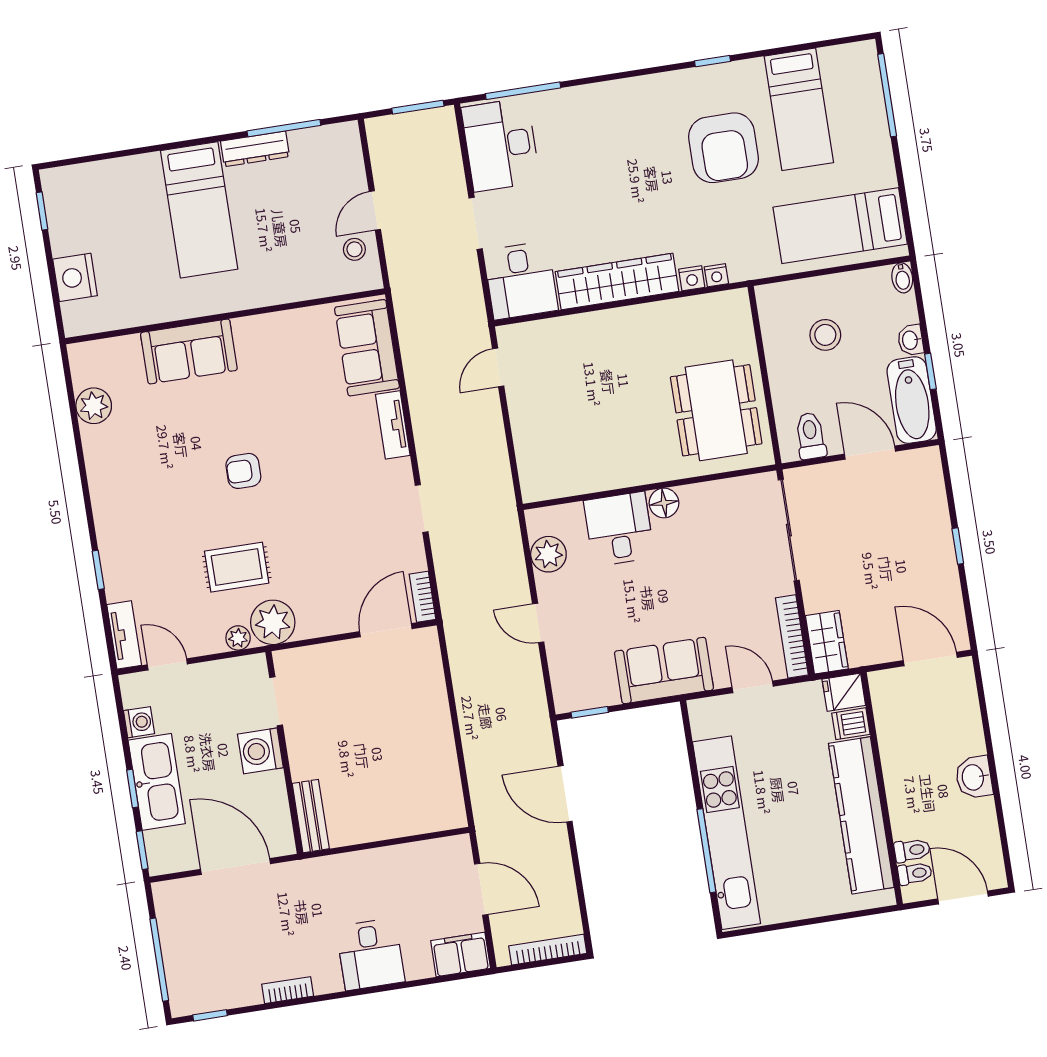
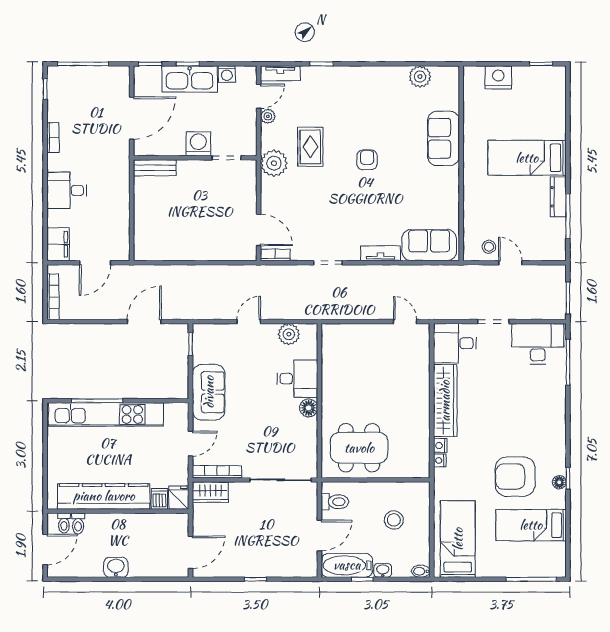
floor lamp: (721, 74) -> (559, 482), added
plant: (238, 638) -> (268, 116), moved

